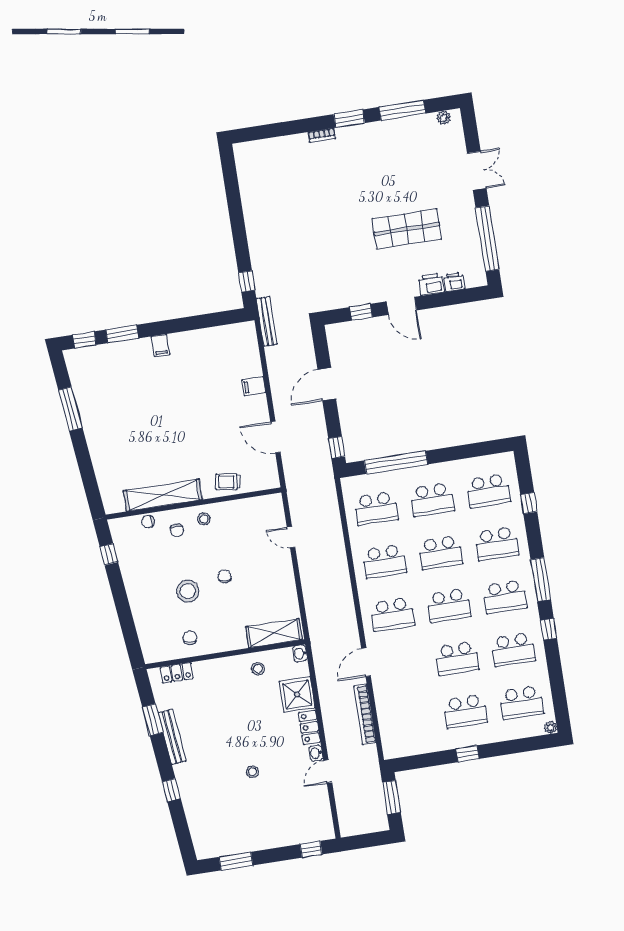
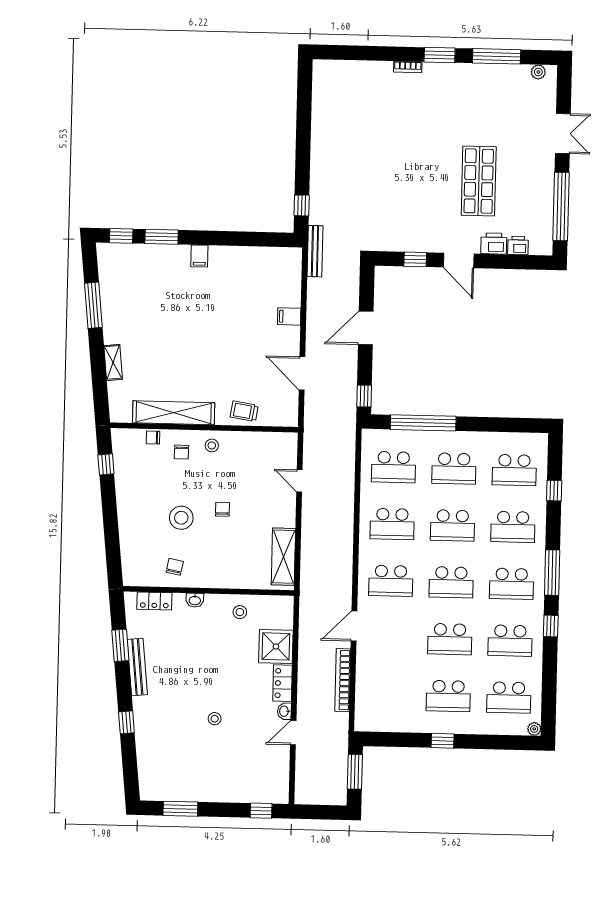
shop shelf: (407, 229) -> (479, 181), turned 90
shelving: (98, 459) -> (113, 362), added
shelving: (274, 633) -> (283, 557), moved, turned 90
washbasin: (300, 653) -> (195, 600), moved, turned -90

